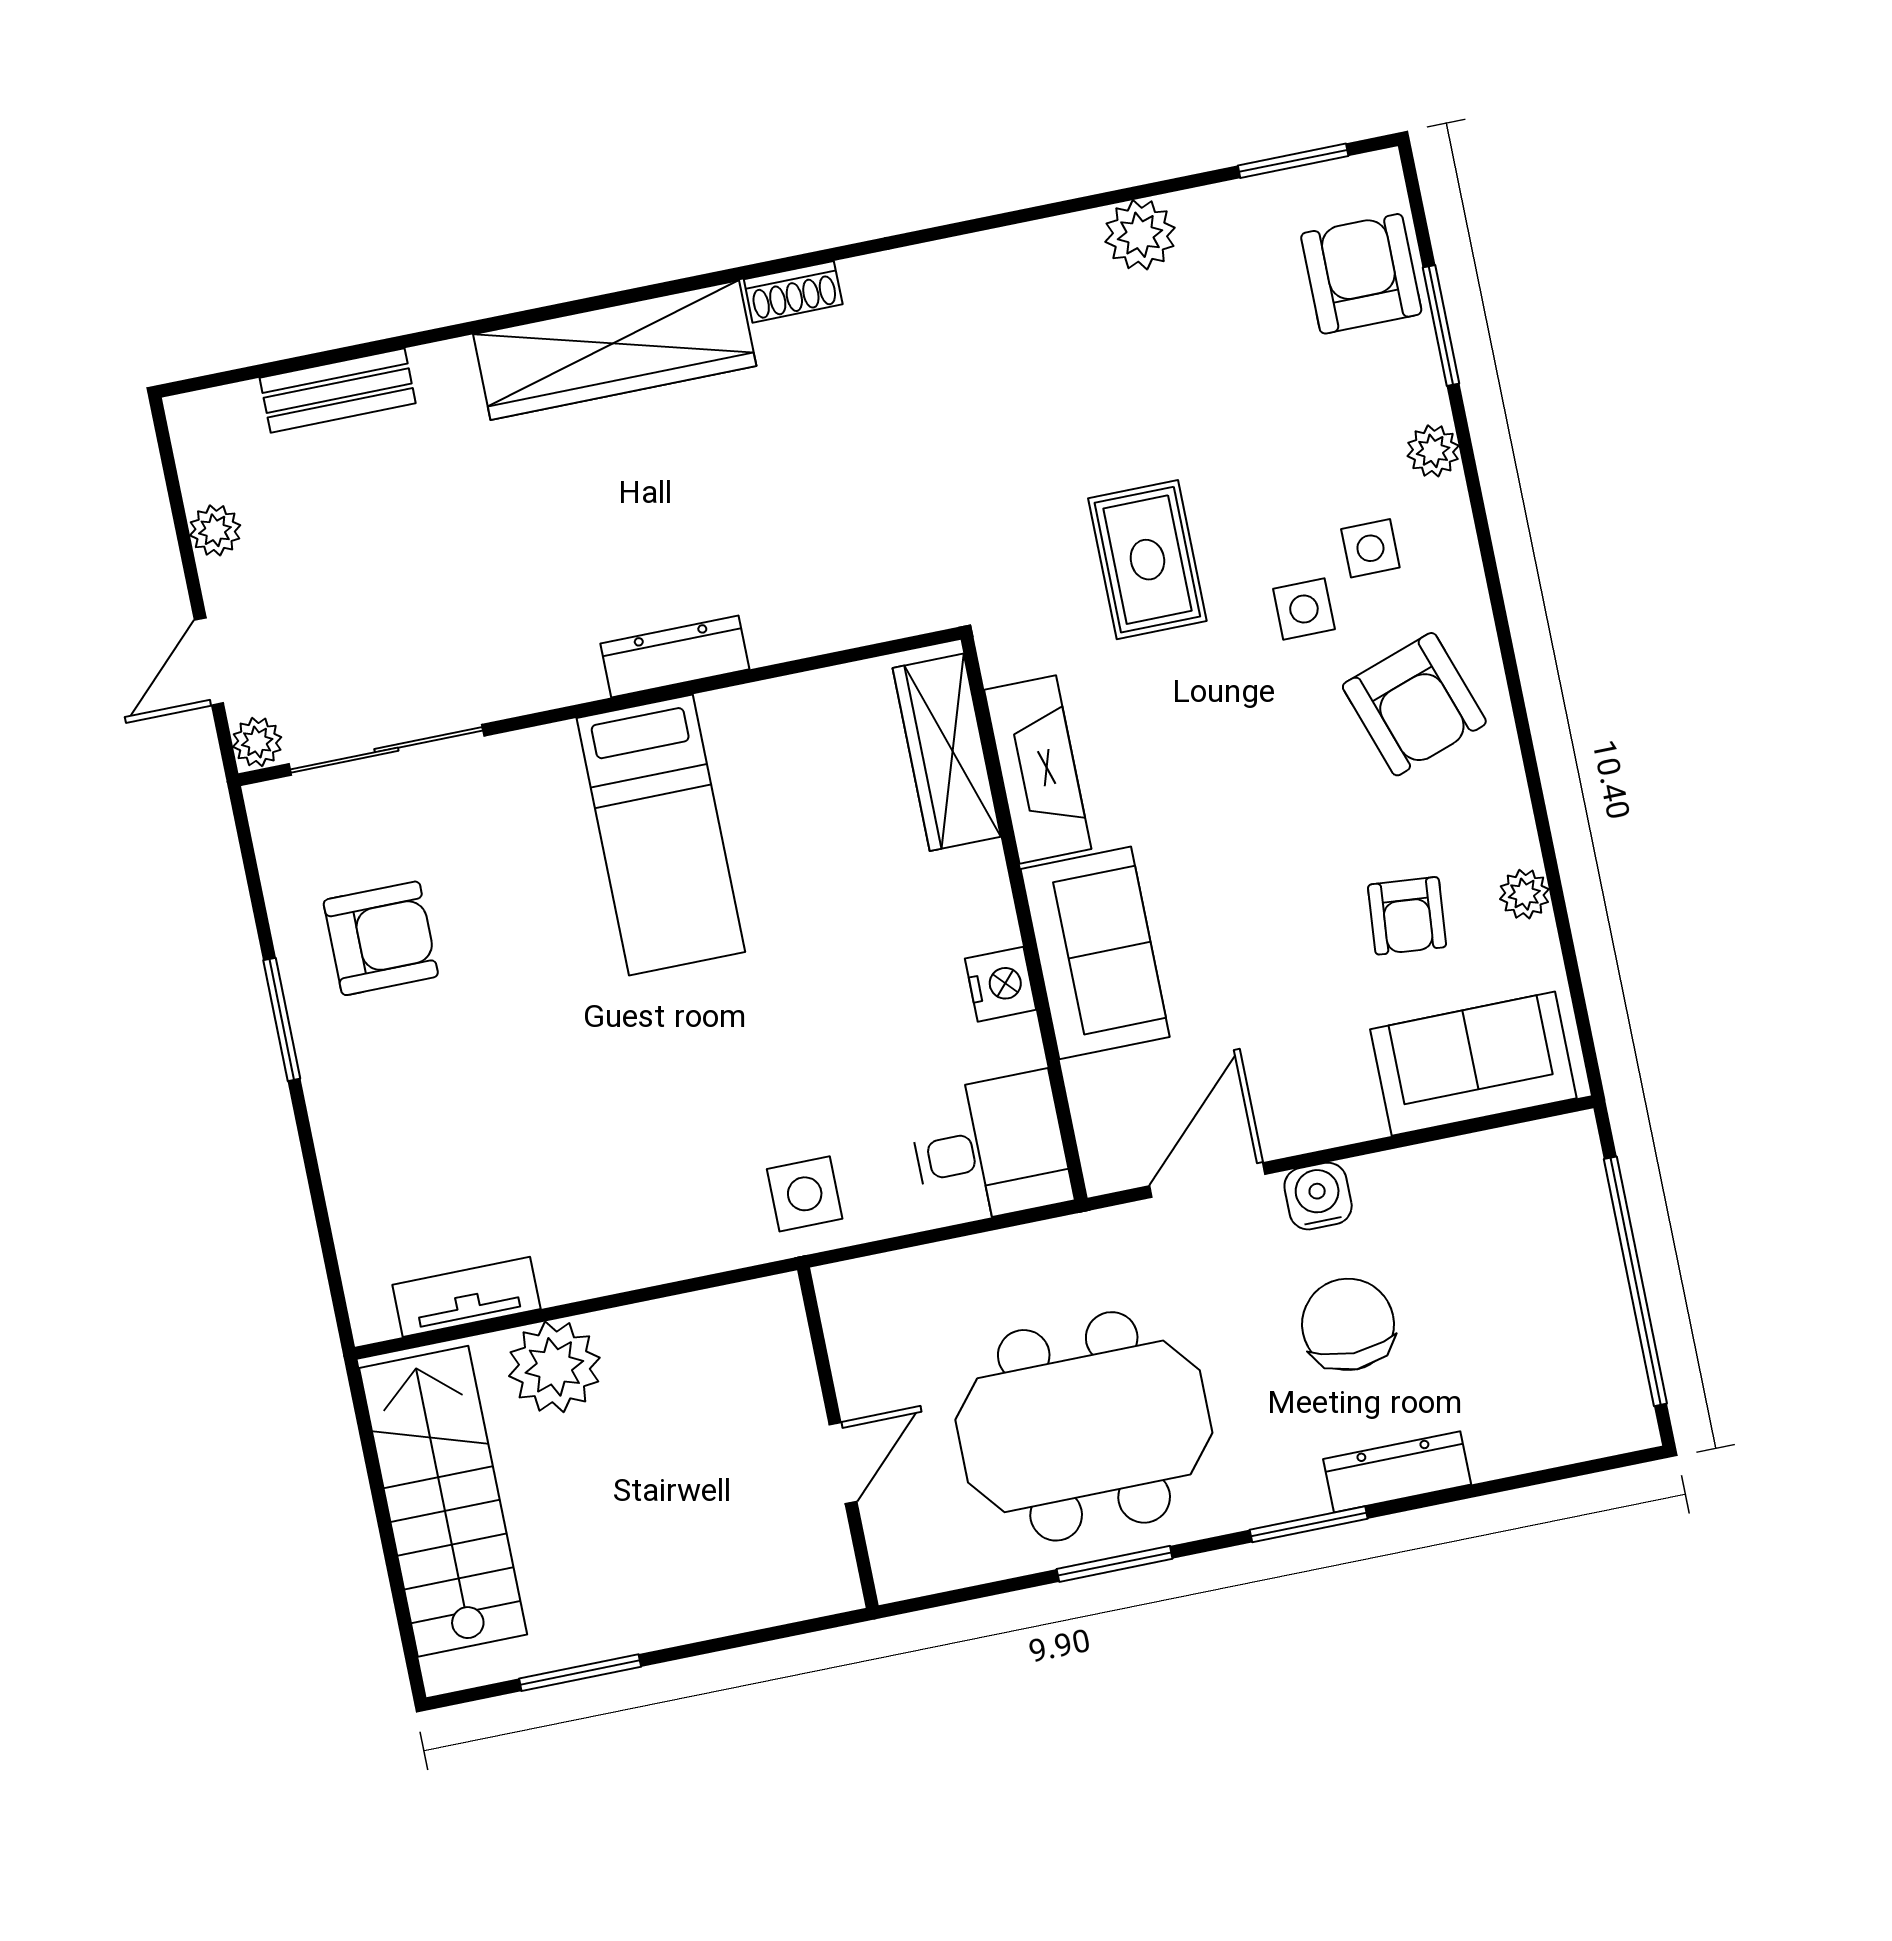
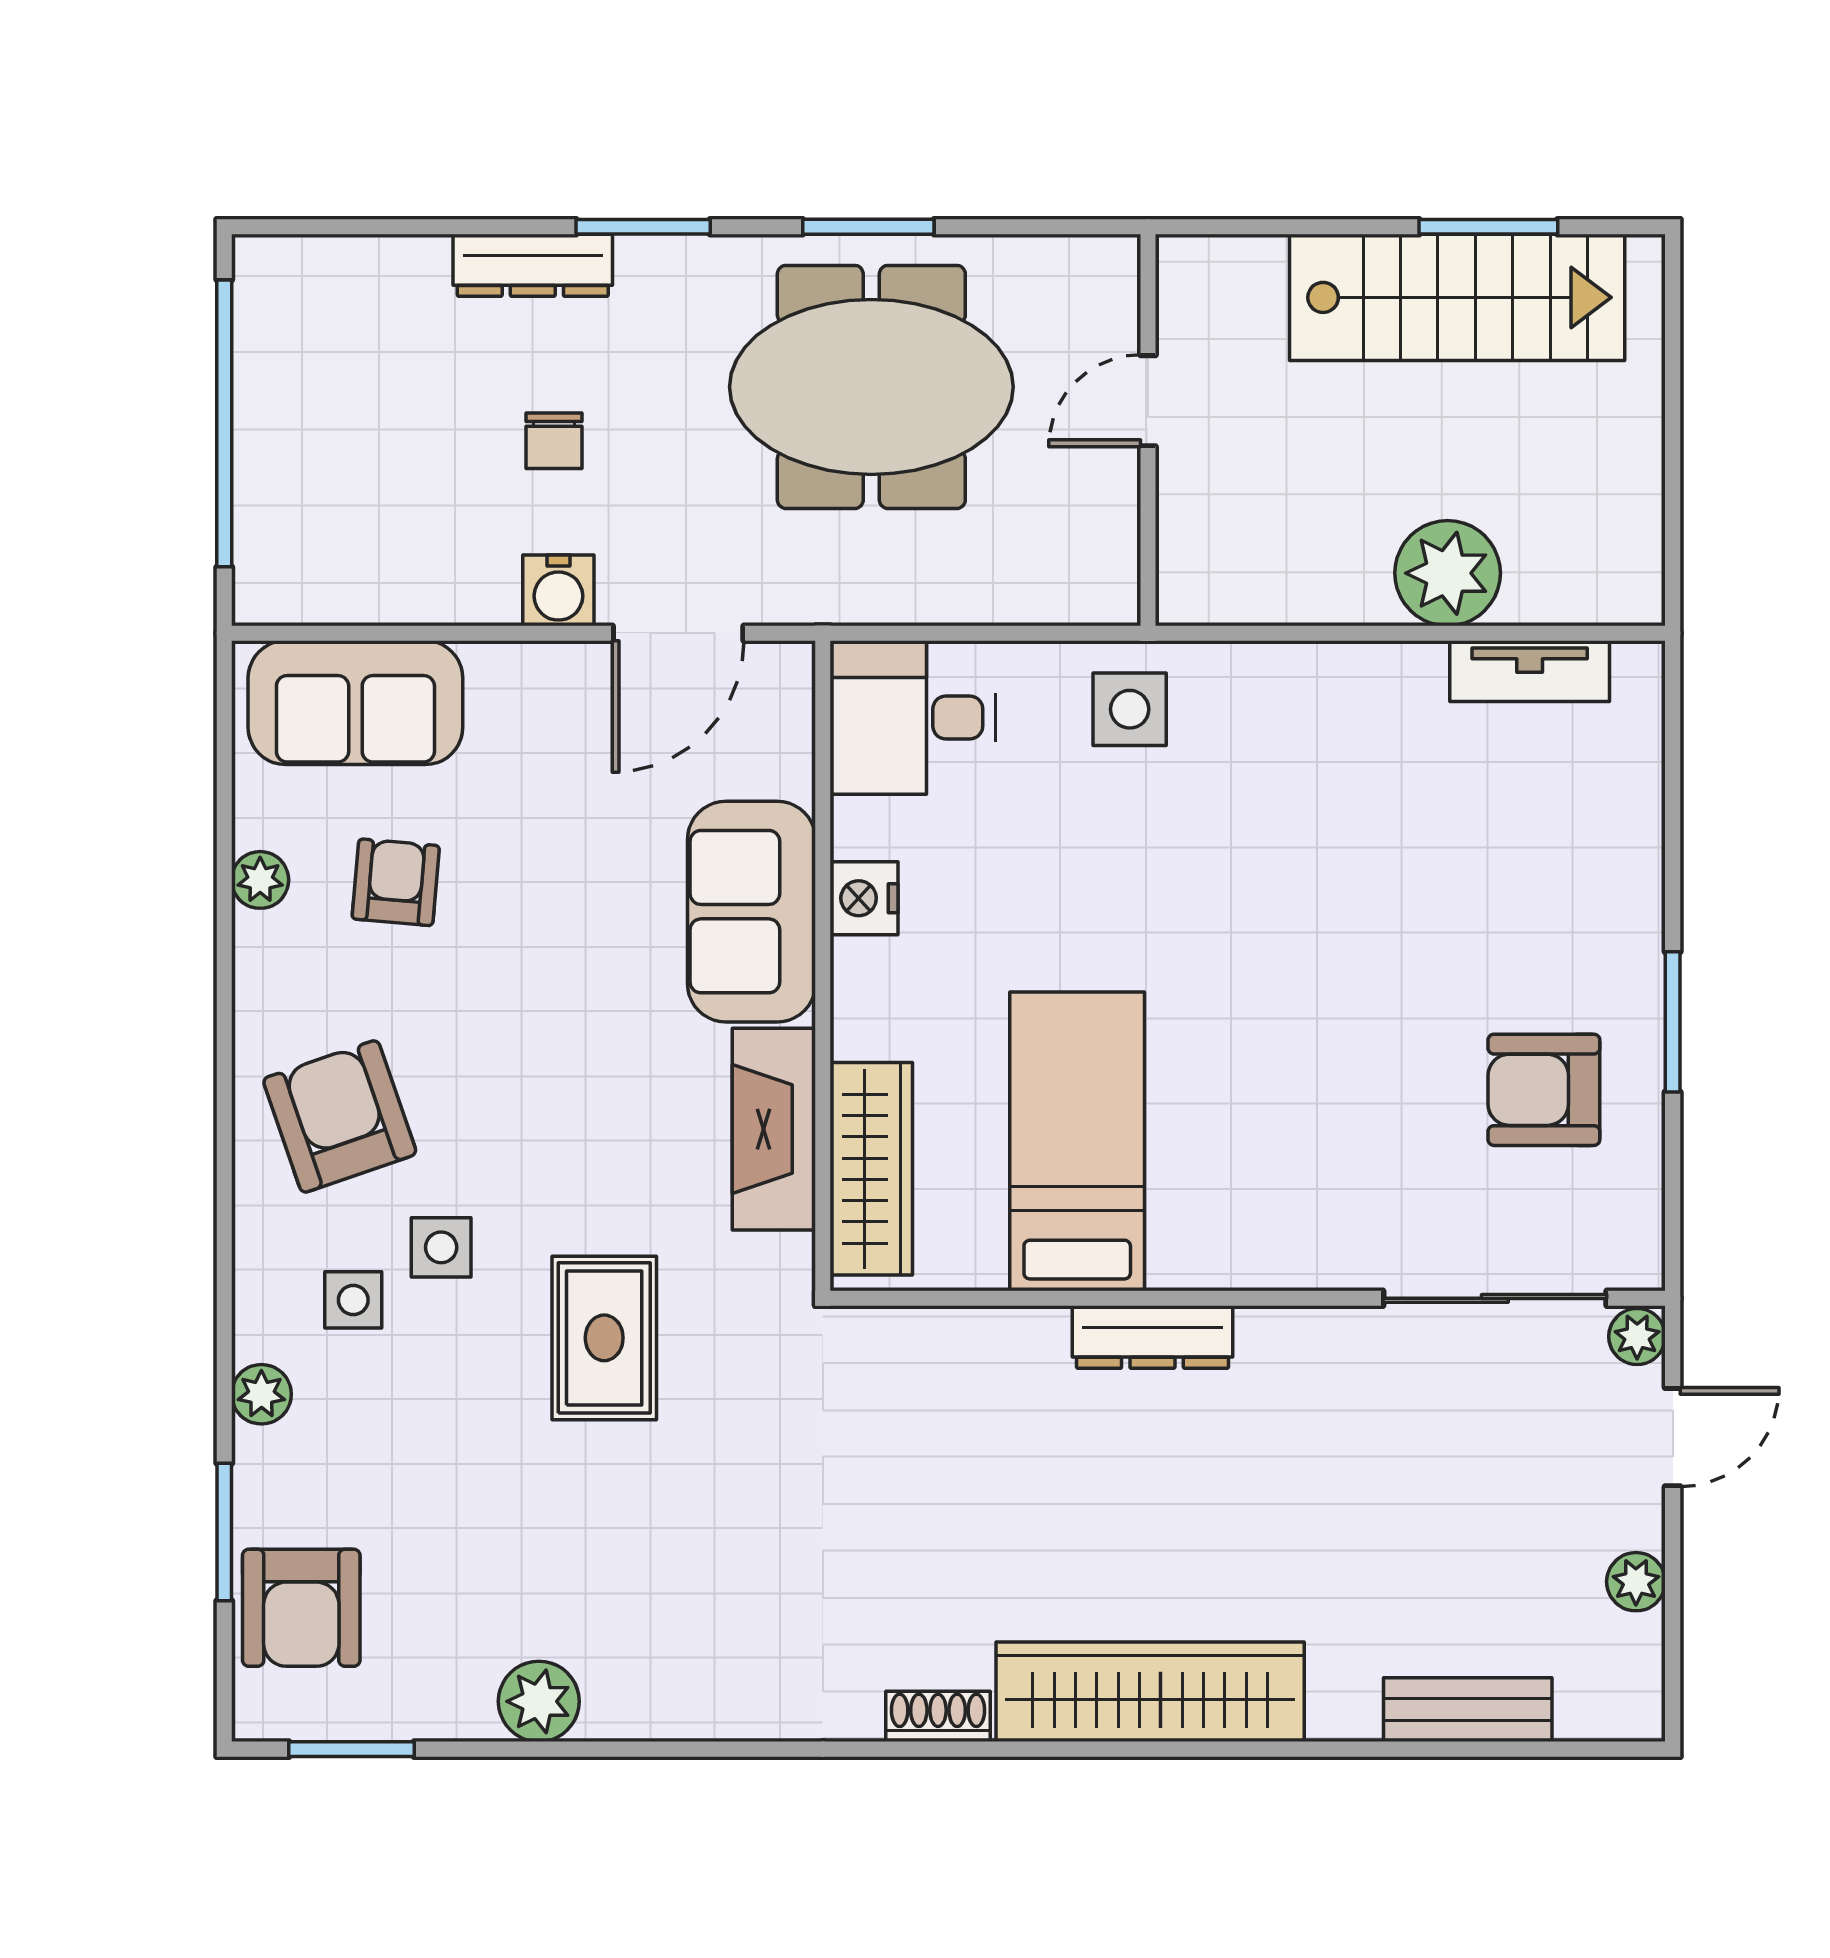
bed: (661, 835) -> (1077, 1141), moved
chair: (1348, 1324) -> (554, 441), width x0.54, depth x0.54
stairs: (443, 1501) -> (1457, 297), moved, turned -90

